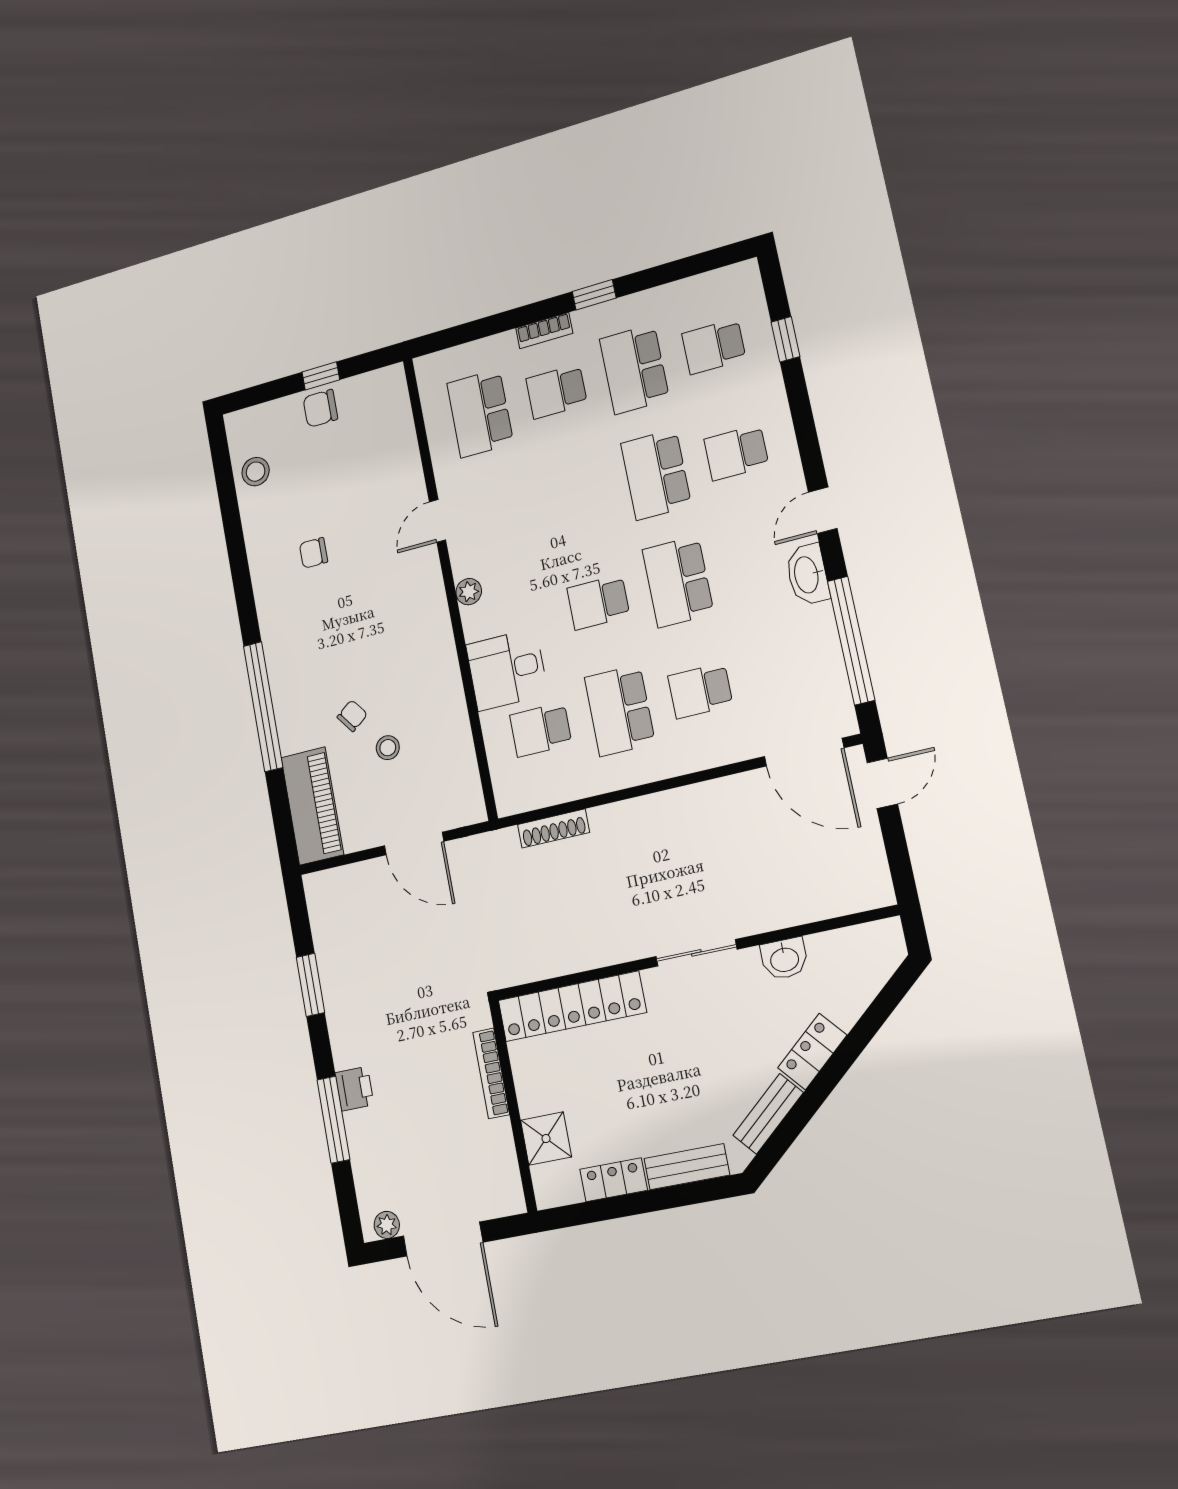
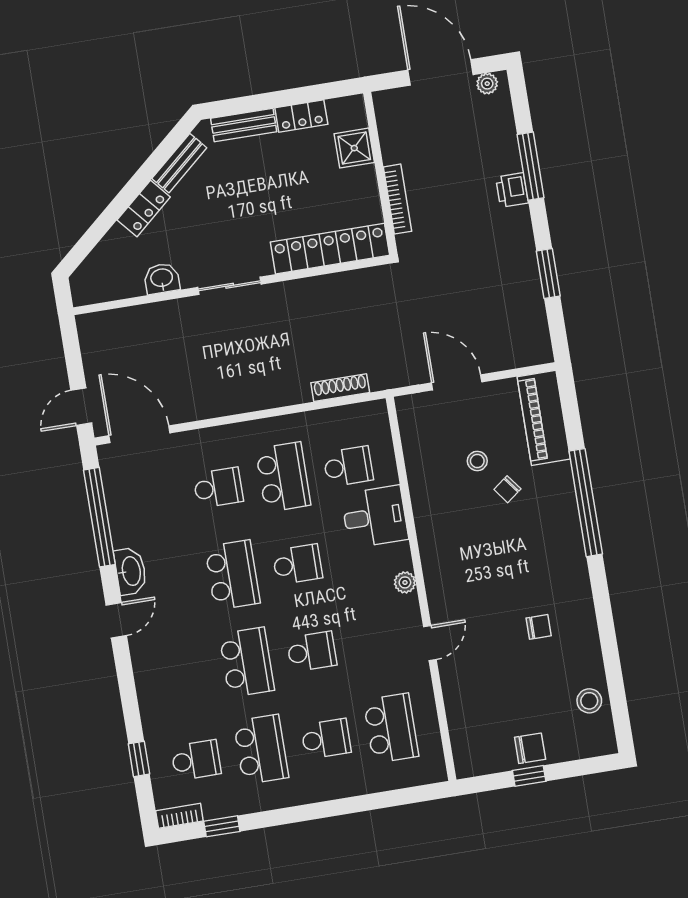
window: (594, 295) -> (222, 826), moved
bookcase: (544, 331) -> (179, 816), moved
school desk: (736, 453) -> (312, 652), moved

